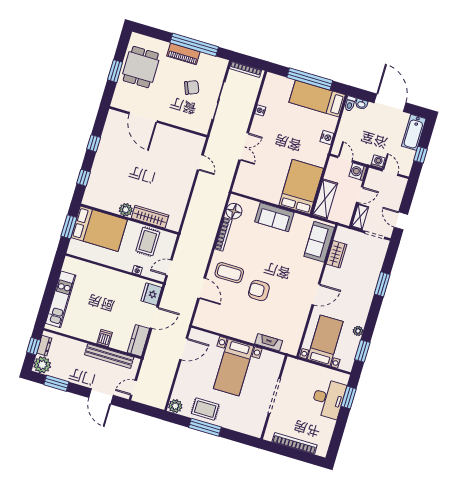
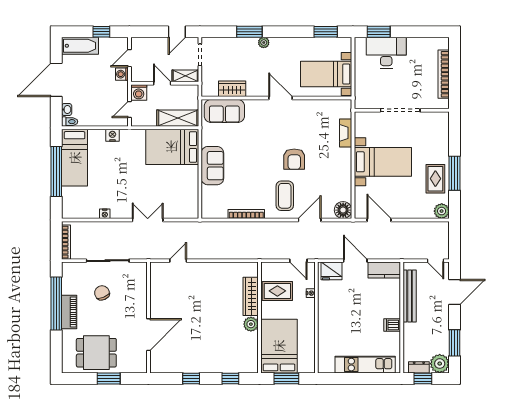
floor lamp: (234, 211) -> (343, 210), moved
plant: (358, 331) -> (264, 43), moved
dishwasher: (105, 338) -> (392, 325), moved

